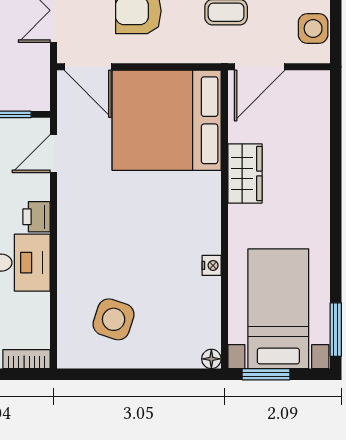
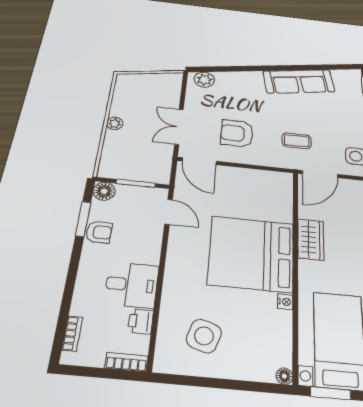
bed: (167, 120) -> (251, 254), moved
door: (54, 154) -> (169, 212), swing flipped
printer: (37, 217) -> (141, 321), moved

